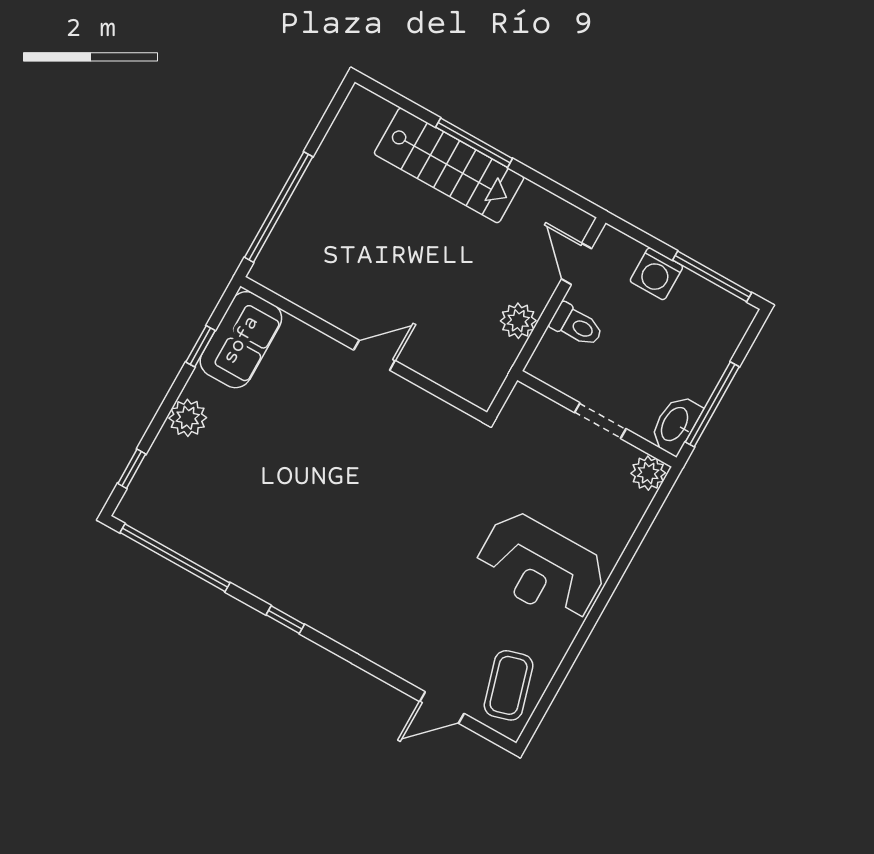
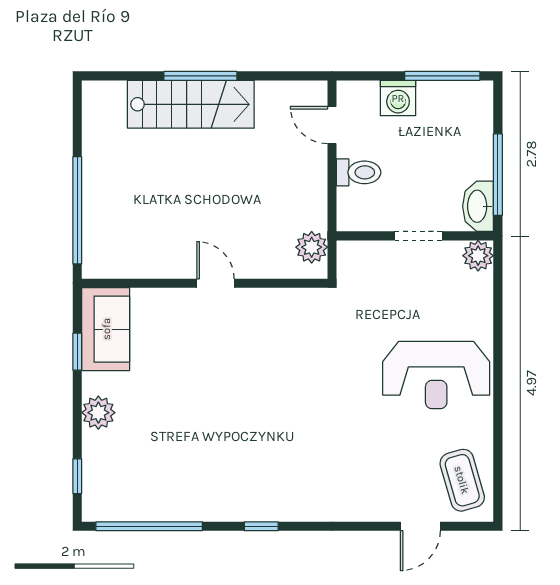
plant: (518, 321) -> (312, 247), moved
door: (374, 355) -> (215, 283), hinge flipped

